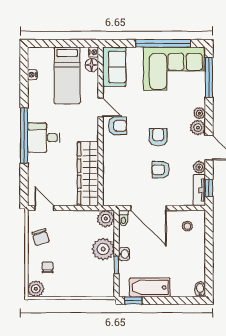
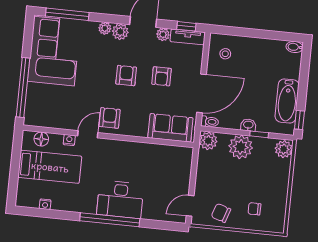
window: (163, 43) -> (23, 87), moved
nightstand: (94, 52) -> (69, 140), moved
sofa: (114, 67) -> (170, 128), moved
armchair: (158, 137) -> (126, 76), turned 90
desk: (44, 138) -> (120, 199), width x1.37
wardrobe: (88, 174) -> (158, 155), removed
chair: (41, 237) -> (221, 213), turned -145
plant: (36, 289) -> (284, 149), moved

